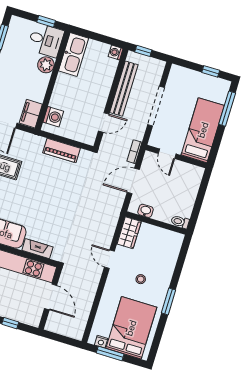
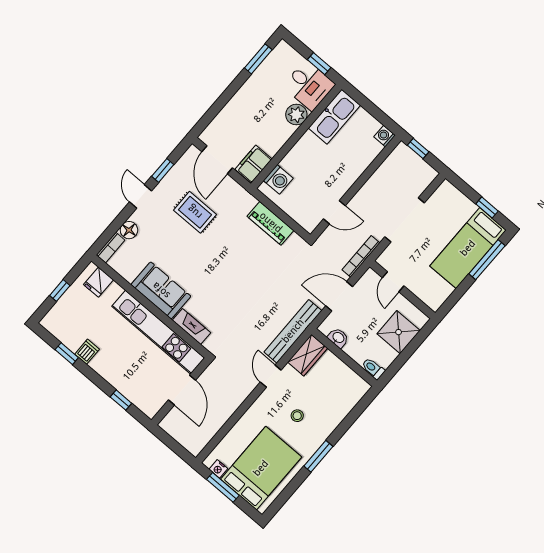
bench: (124, 89) -> (293, 331), moved
bed: (203, 130) -> (468, 248), moved, turned 180
bookcase: (134, 152) -> (361, 256), width x1.56
shower: (187, 188) -> (399, 332), added

